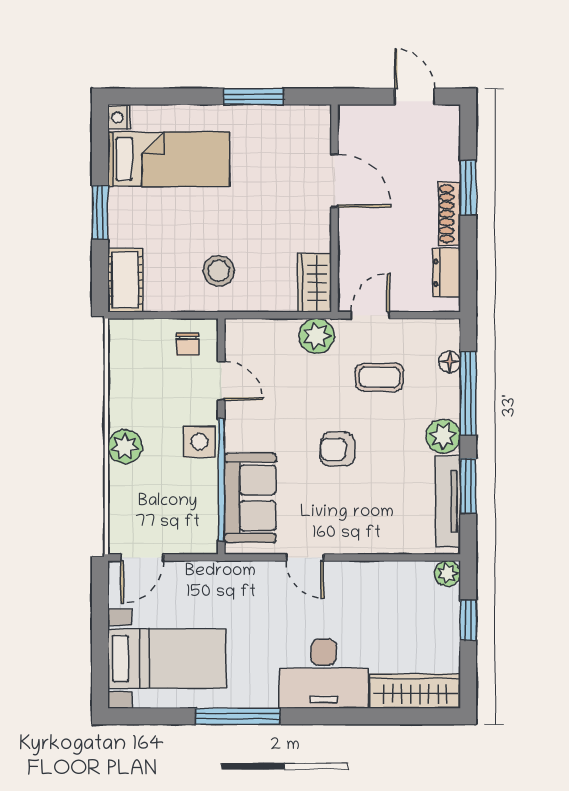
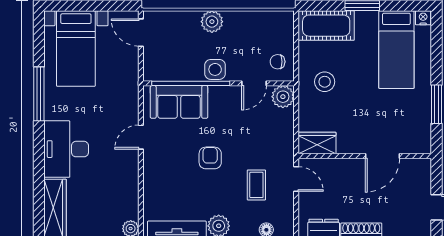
cot: (125, 280) -> (326, 26), width x1.37, depth x1.34
plant: (317, 336) -> (283, 97), moved

